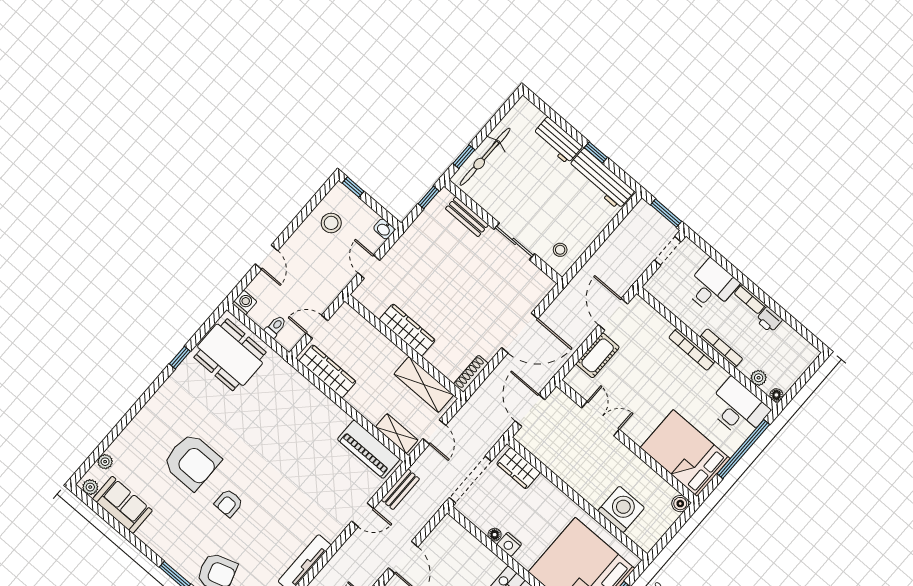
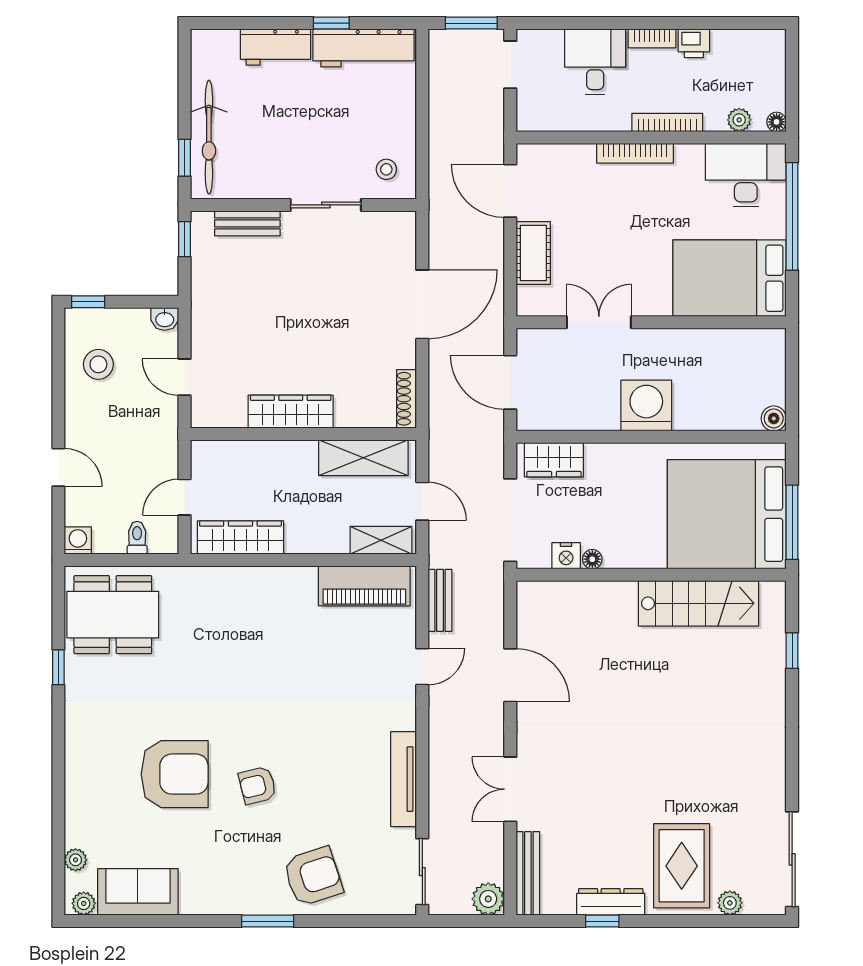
armchair: (229, 503) -> (258, 785), turned 76
boiler: (680, 504) -> (774, 418), moved
washing machine: (621, 509) -> (646, 406), moved
nightstand: (509, 544) -> (566, 556), moved

